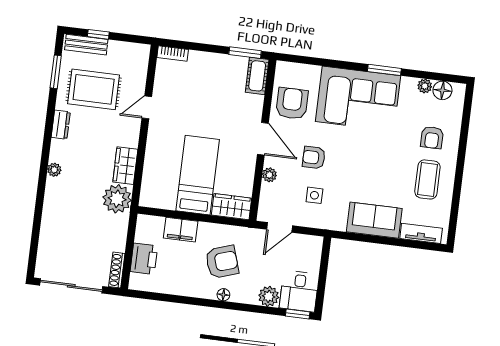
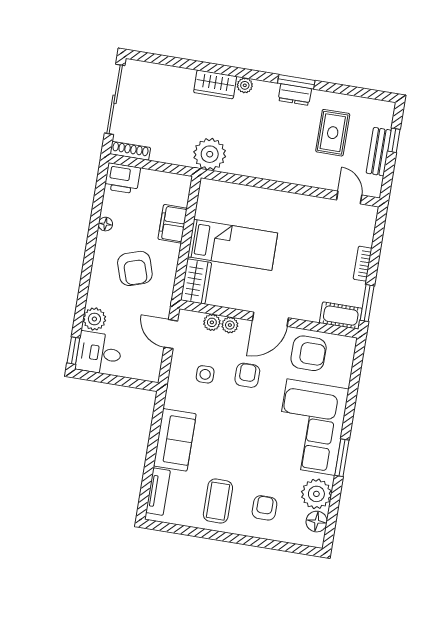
bench: (86, 45) -> (379, 152), moved
bookcase: (173, 53) -> (363, 264), moved
window: (56, 72) -> (296, 82), moved
plant: (425, 86) -> (316, 494), width x1.87, depth x1.87
rug: (94, 89) -> (333, 133), width x0.73, depth x0.70
door: (147, 107) -> (349, 198), moved
armchair: (432, 138) -> (264, 508), turned 90
wardrobe: (125, 166) -> (215, 84), moved, turned 180
coffee table: (427, 179) -> (218, 501), turned 90
plant: (268, 191) -> (212, 322), added
printer: (144, 259) -> (122, 178), moved
floor lamp: (223, 295) -> (105, 224), moved

